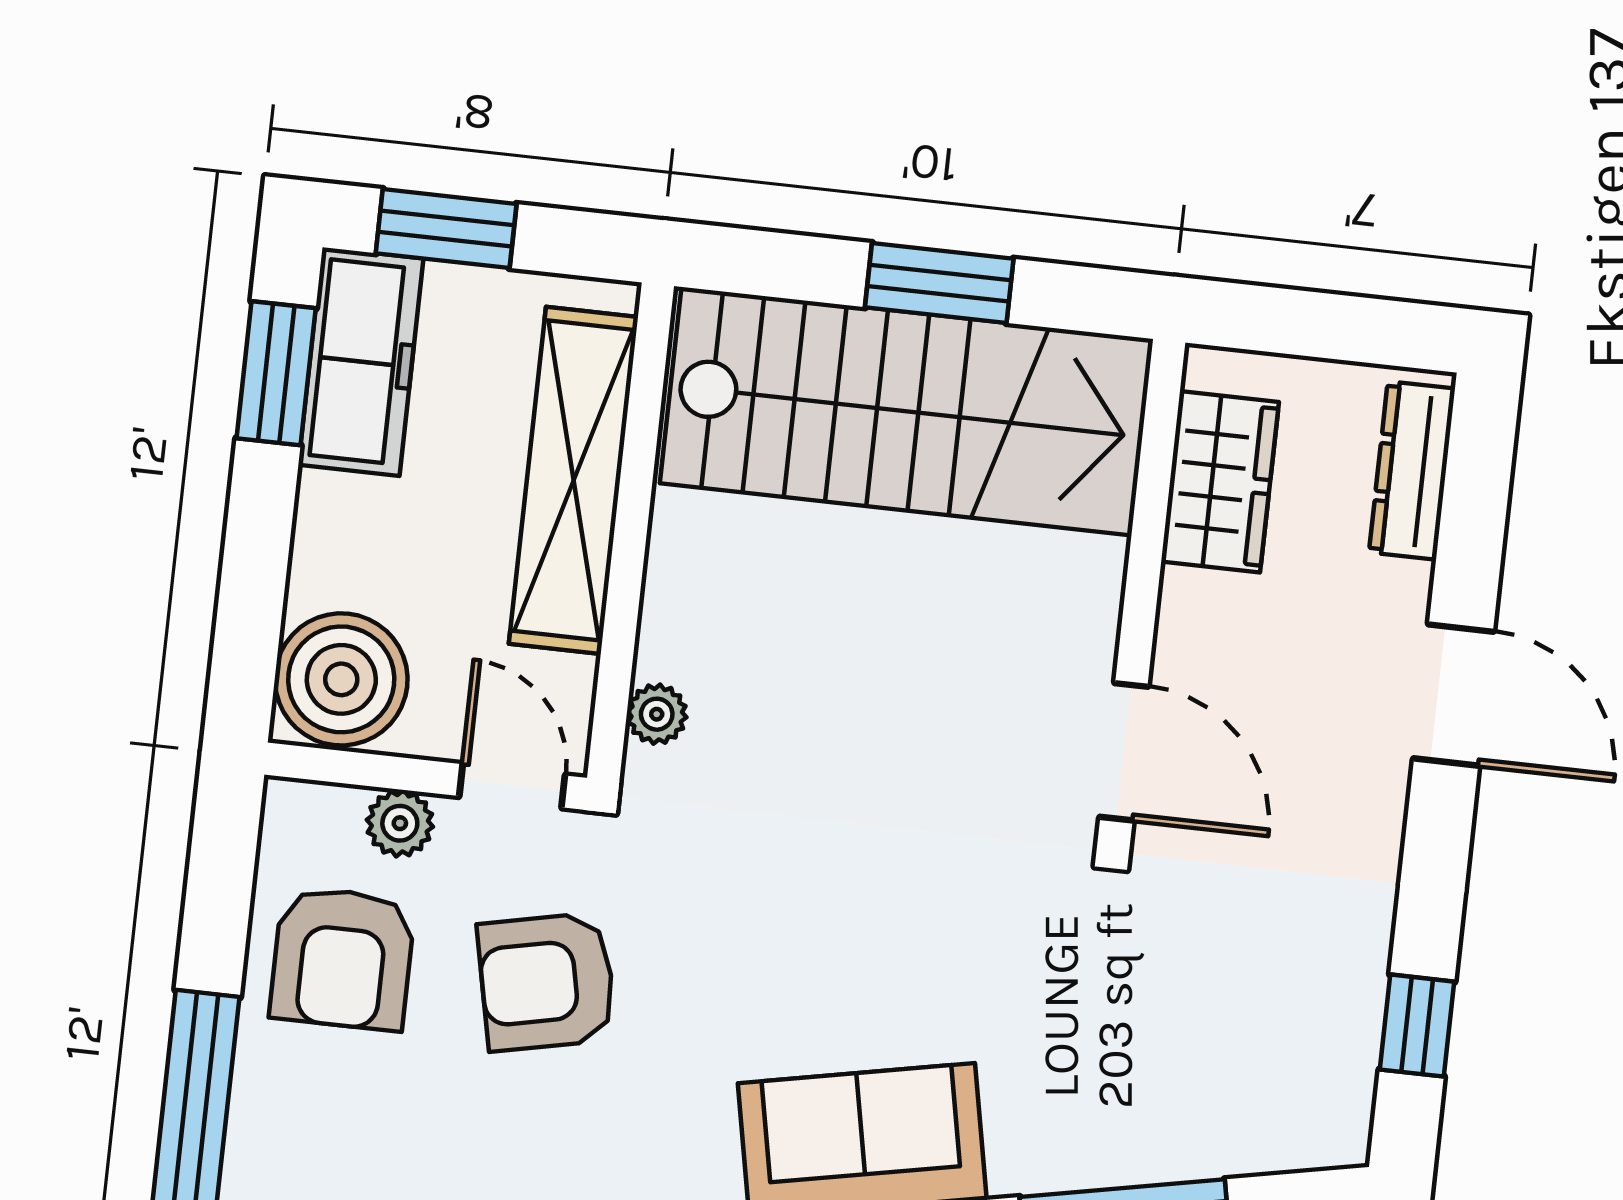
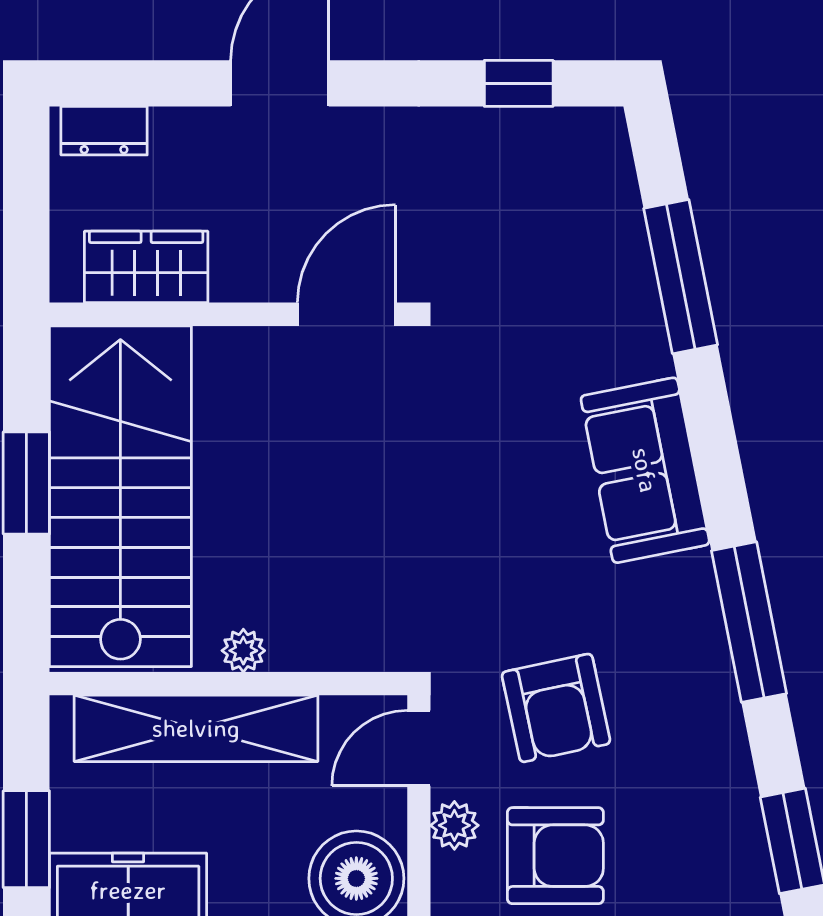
dresser: (1412, 471) -> (104, 131), width x0.70
plant: (657, 714) -> (243, 651), moved

